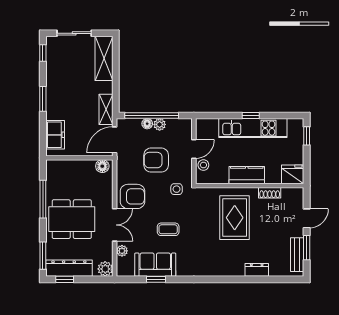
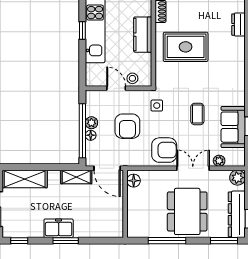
freezer: (55, 135) -> (59, 228), moved
armchair: (133, 196) -> (164, 150), turned 90

